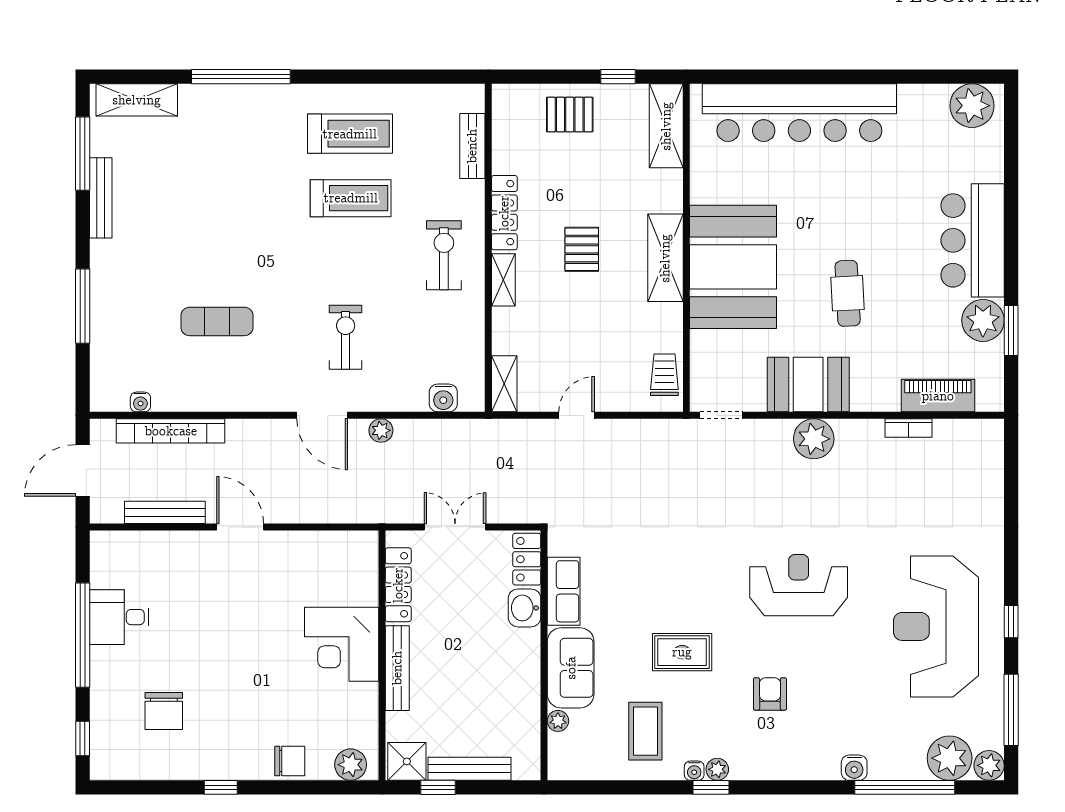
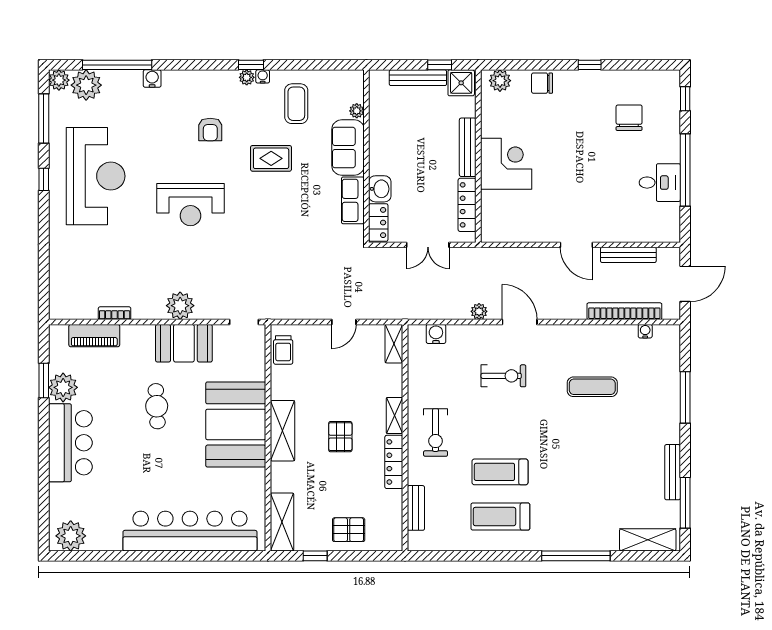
exercise bike: (346, 337) -> (503, 376), turned -90

